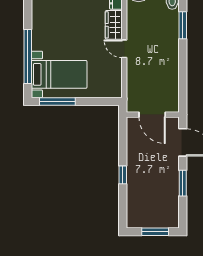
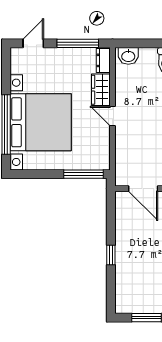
bed with nightstands: (59, 74) -> (41, 122), width x1.85
window: (57, 101) -> (83, 174), moved

